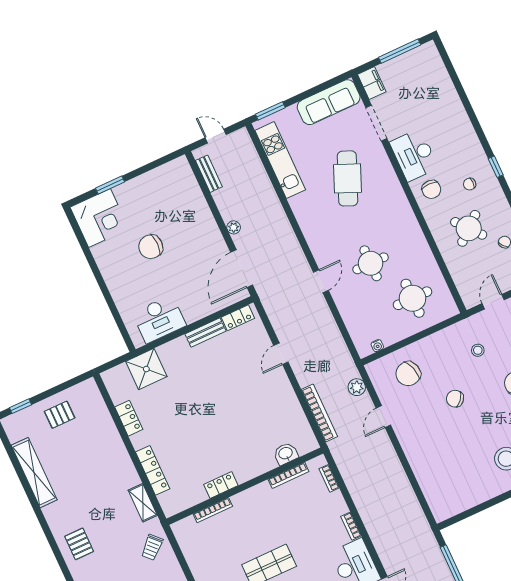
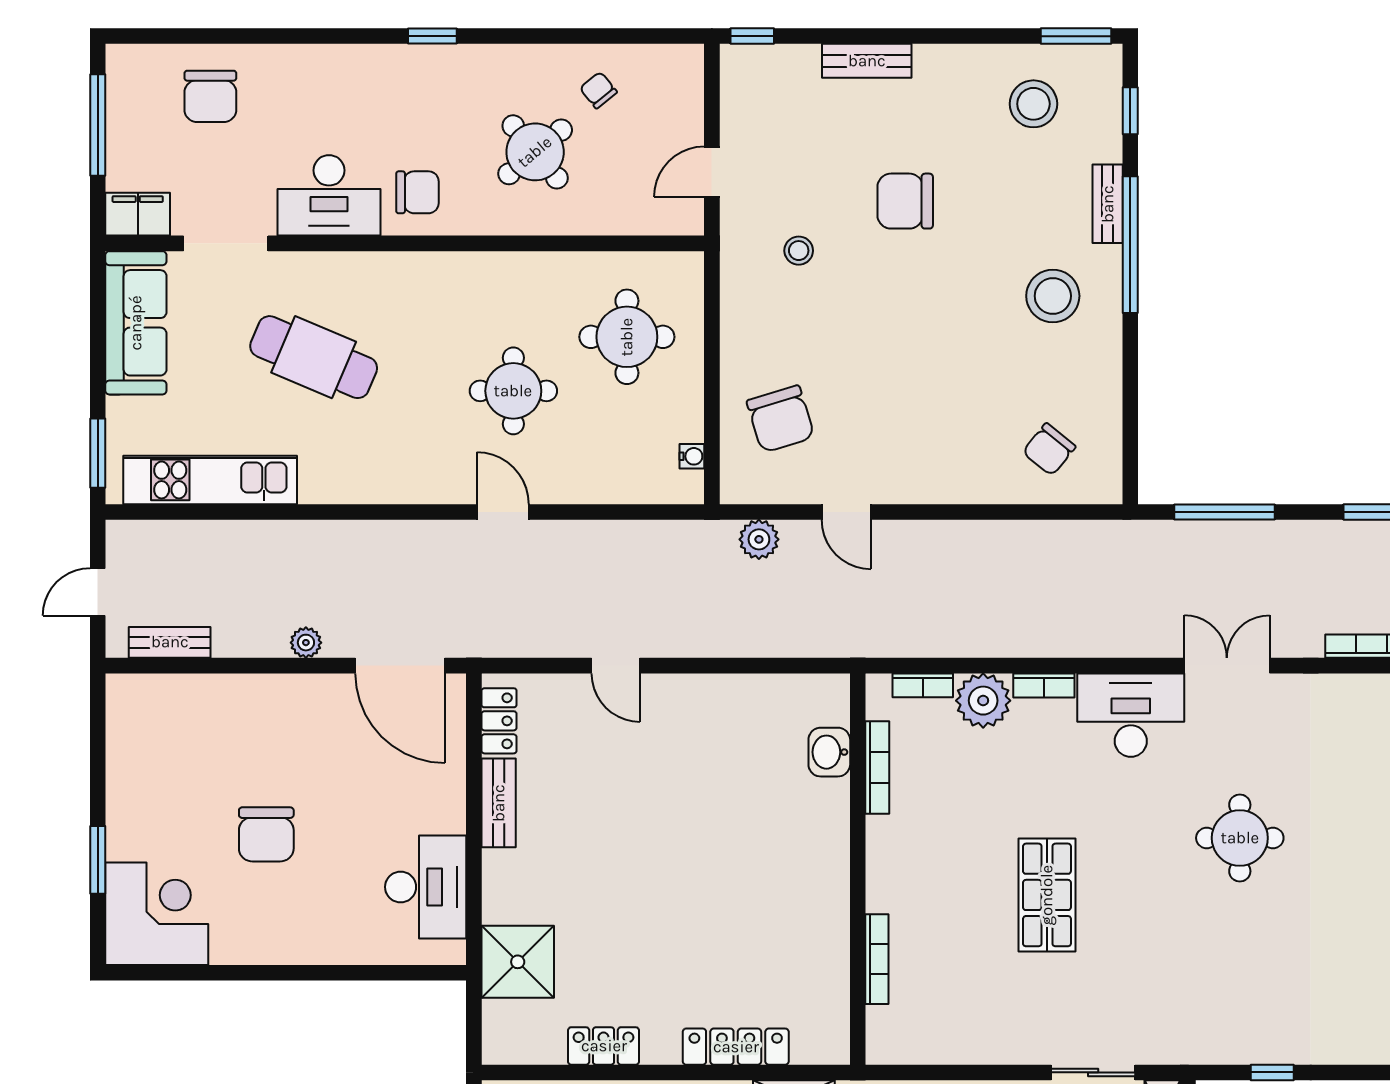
chair: (470, 184) -> (210, 96), moved, width x1.87, depth x1.87
door: (493, 302) -> (712, 172), hinge flipped
chair: (455, 399) -> (1049, 449), moved
bookcase: (319, 413) -> (777, 643), removed
locker: (221, 485) -> (832, 918), removed
plant: (334, 505) -> (983, 701), added

